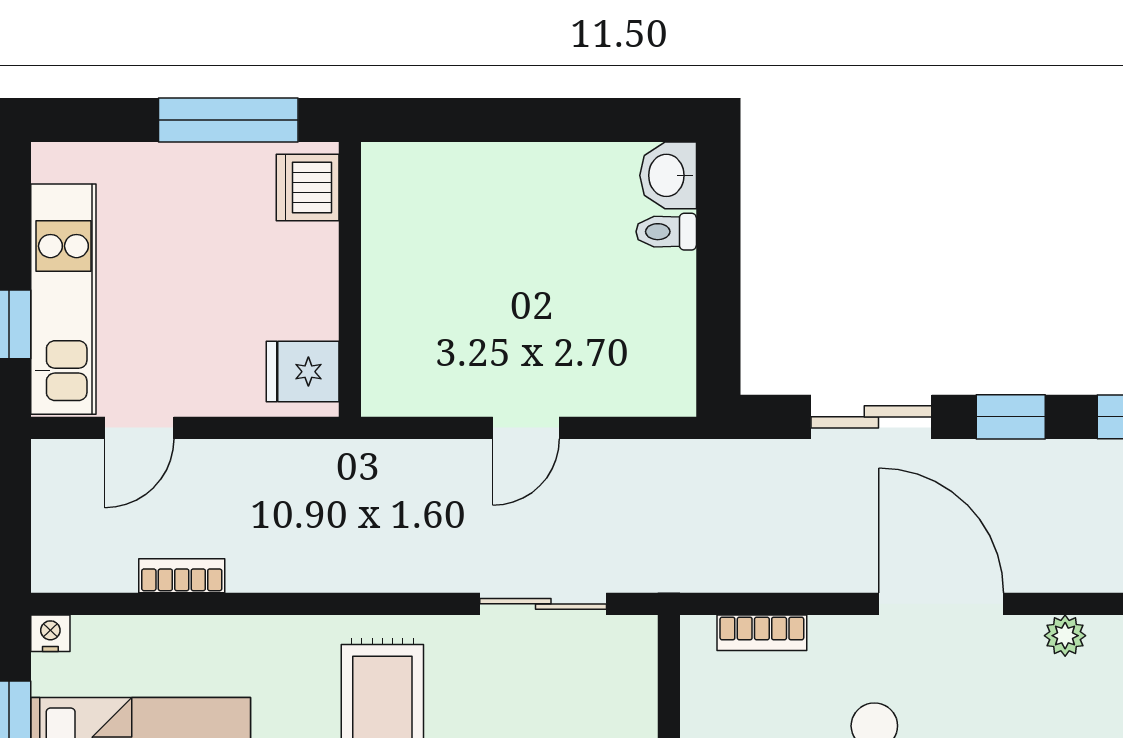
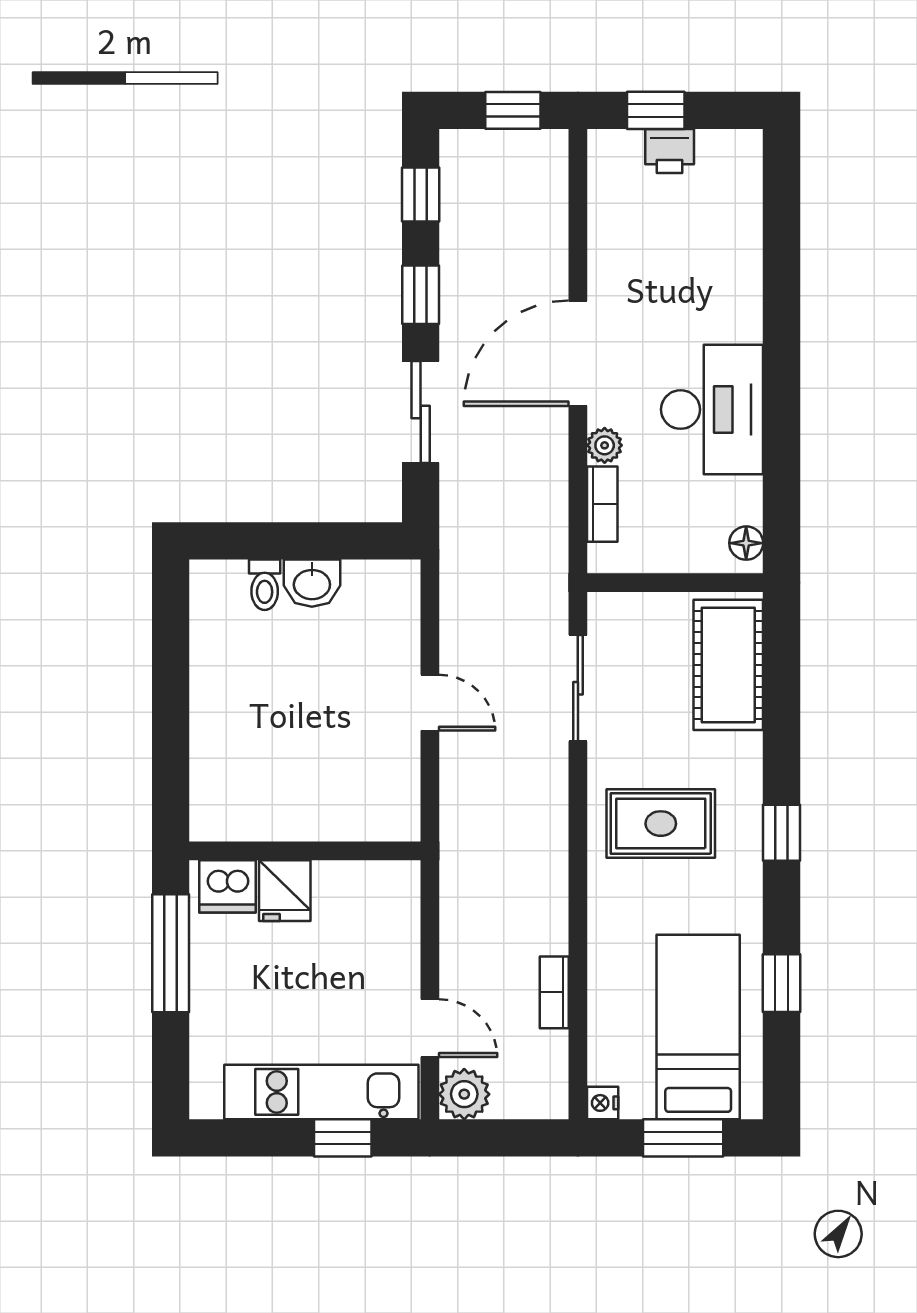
washbasin: (668, 175) -> (312, 583), moved
fridge: (303, 372) -> (285, 891), moved
plant: (61, 469) -> (464, 1094), added
plant: (1065, 636) -> (605, 445), moved

